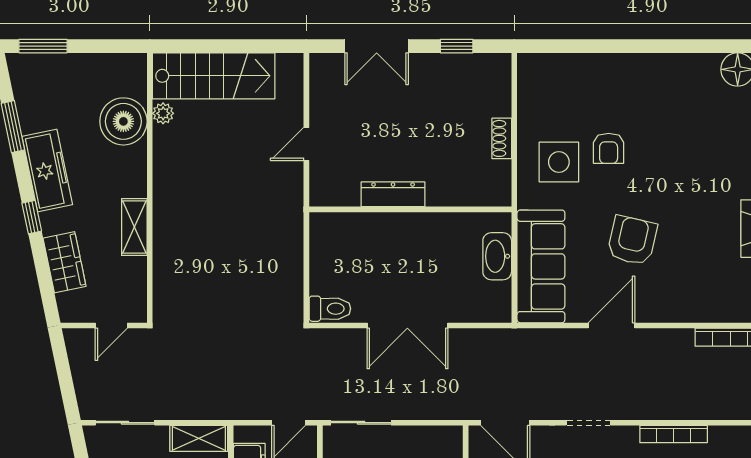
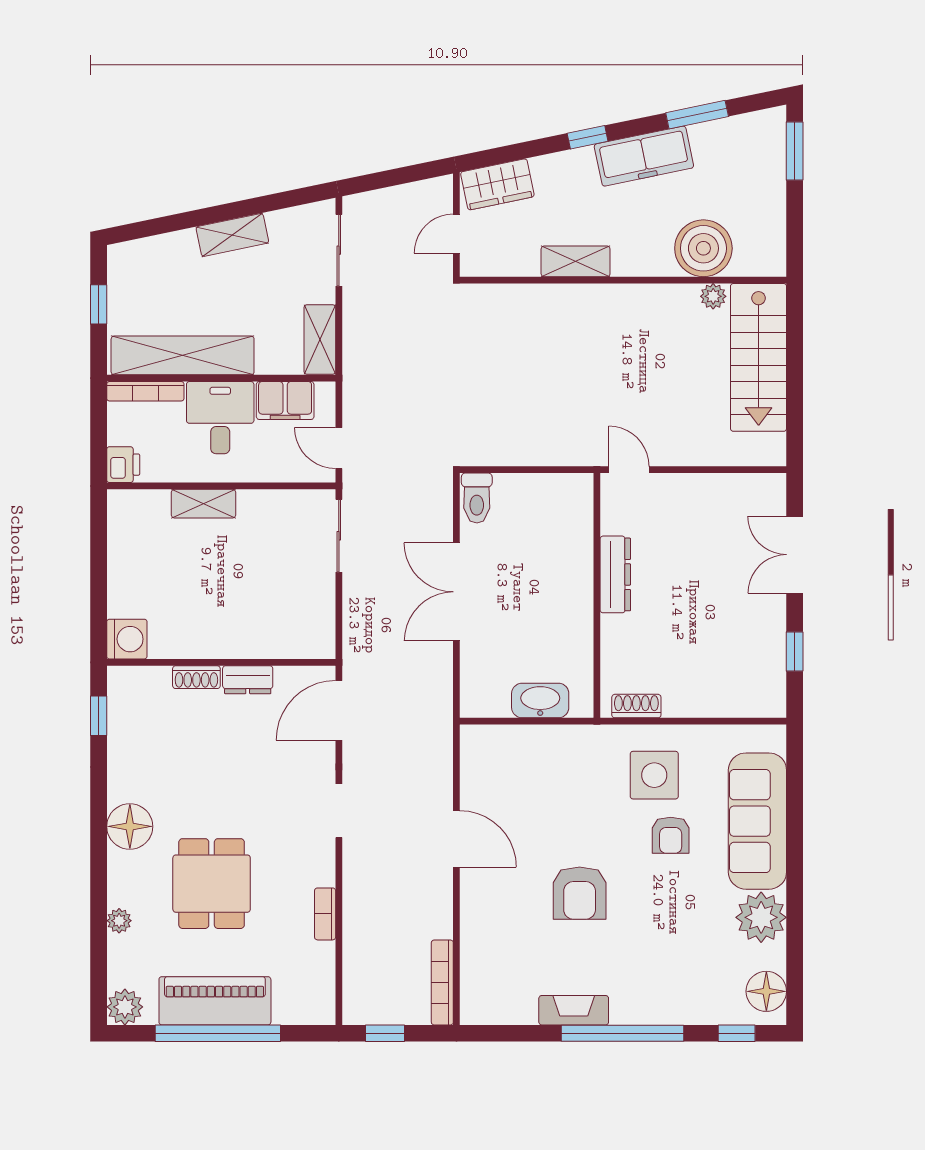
plant: (676, 74) -> (761, 917), added
shoe rack: (502, 138) -> (636, 706), moved
door: (306, 144) -> (629, 470), moved
armchair: (609, 148) -> (671, 835), turned -90
armchair: (632, 240) -> (580, 893), moved, turned 77
wardrobe: (65, 262) -> (497, 184), moved
sofa: (541, 266) -> (757, 821), moved, turned 90
door: (111, 325) -> (456, 234), hinge flipped
bookcase: (674, 434) -> (325, 914), width x0.64

